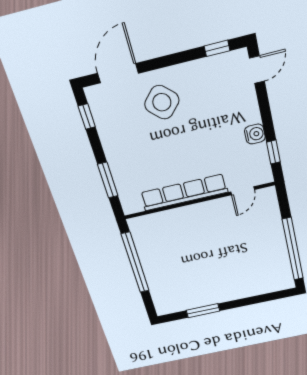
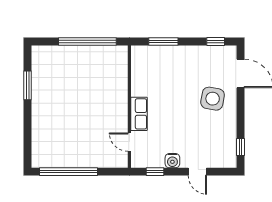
door: (257, 70) -> (197, 172), moved
side table: (162, 102) -> (213, 99), turned -33
row of seats: (184, 192) -> (139, 114), width x0.50

